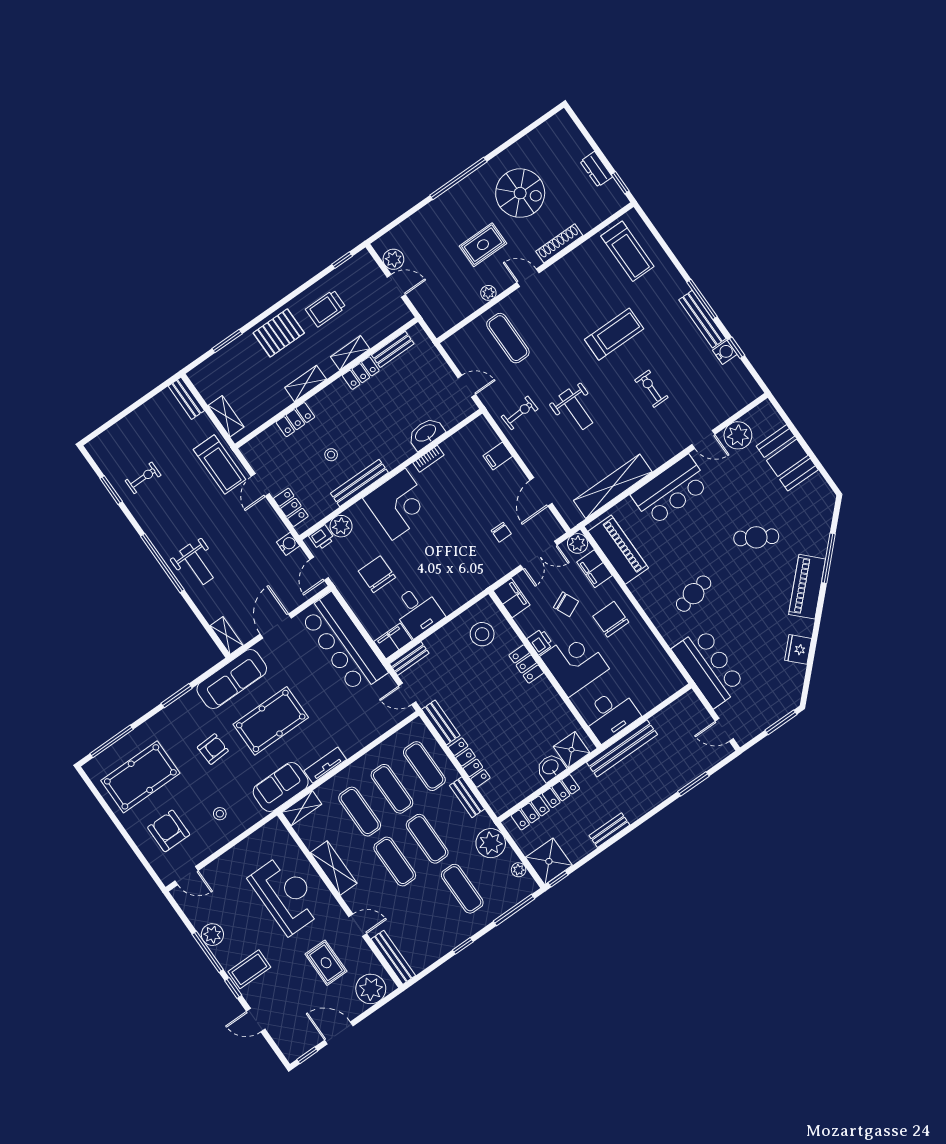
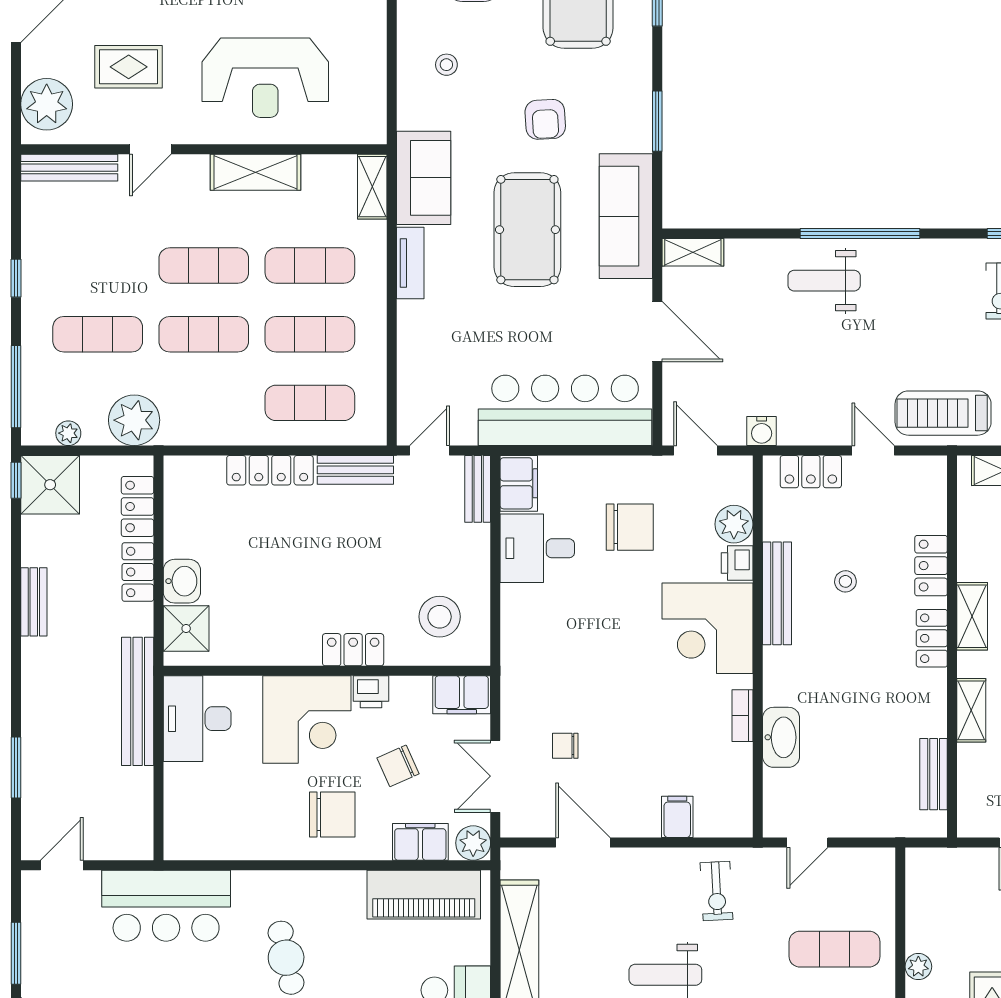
locker: (361, 373) -> (932, 638), moved
printer: (322, 538) -> (737, 563), moved
bench: (467, 797) -> (223, 432), removed

